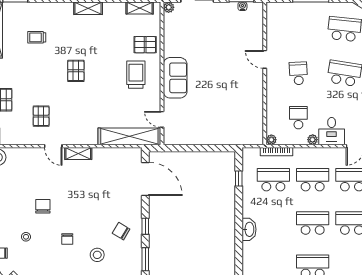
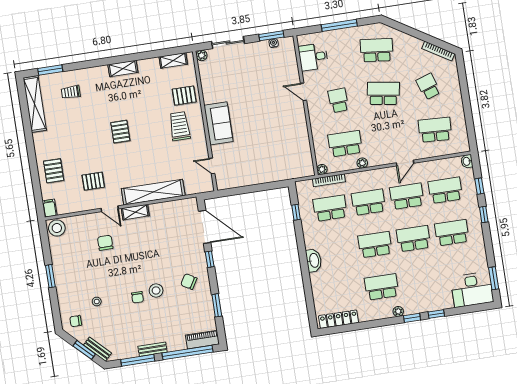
trolley: (37, 37) -> (71, 92), moved
pallet: (41, 116) -> (93, 181), turned 90
school desk: (298, 118) -> (345, 144), width x1.85
desk: (332, 131) -> (313, 57), moved, turned 90
shelving: (129, 136) -> (153, 192), moved
chair: (43, 206) -> (105, 243), moved
window: (145, 226) -> (210, 259), moved
stool: (97, 255) -> (156, 291), moved

